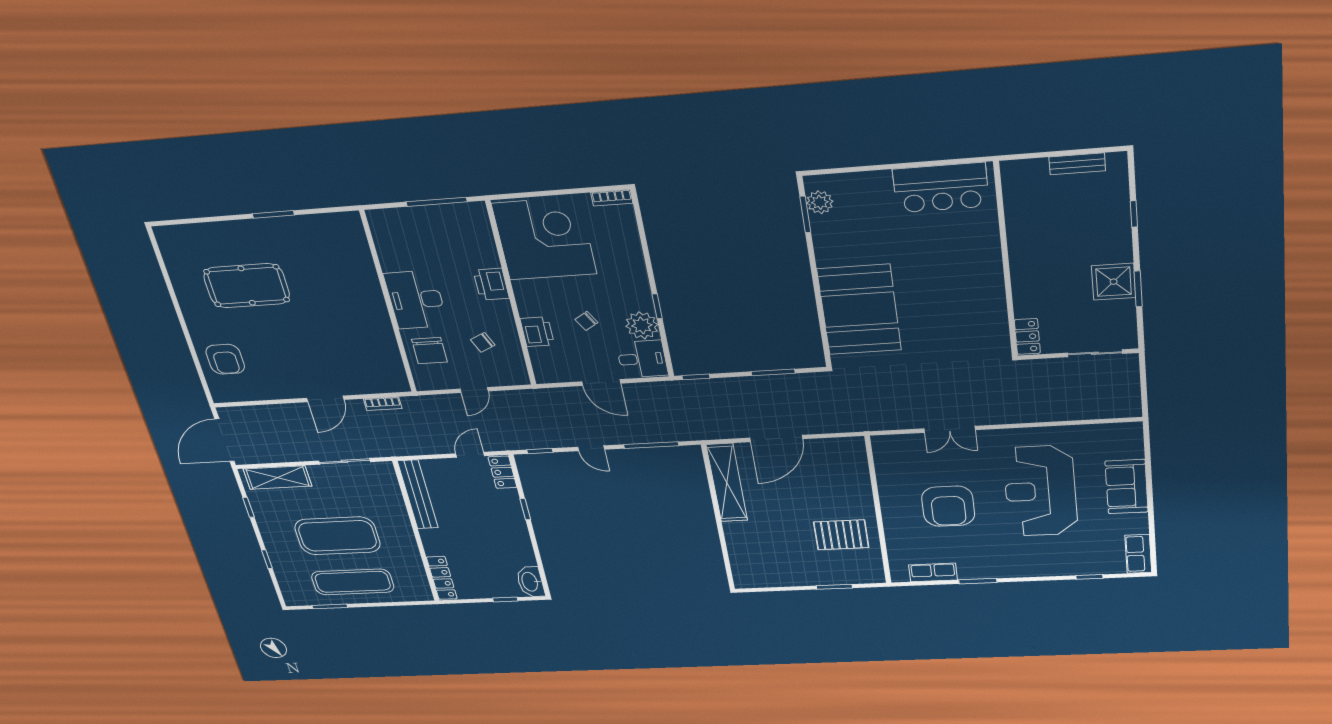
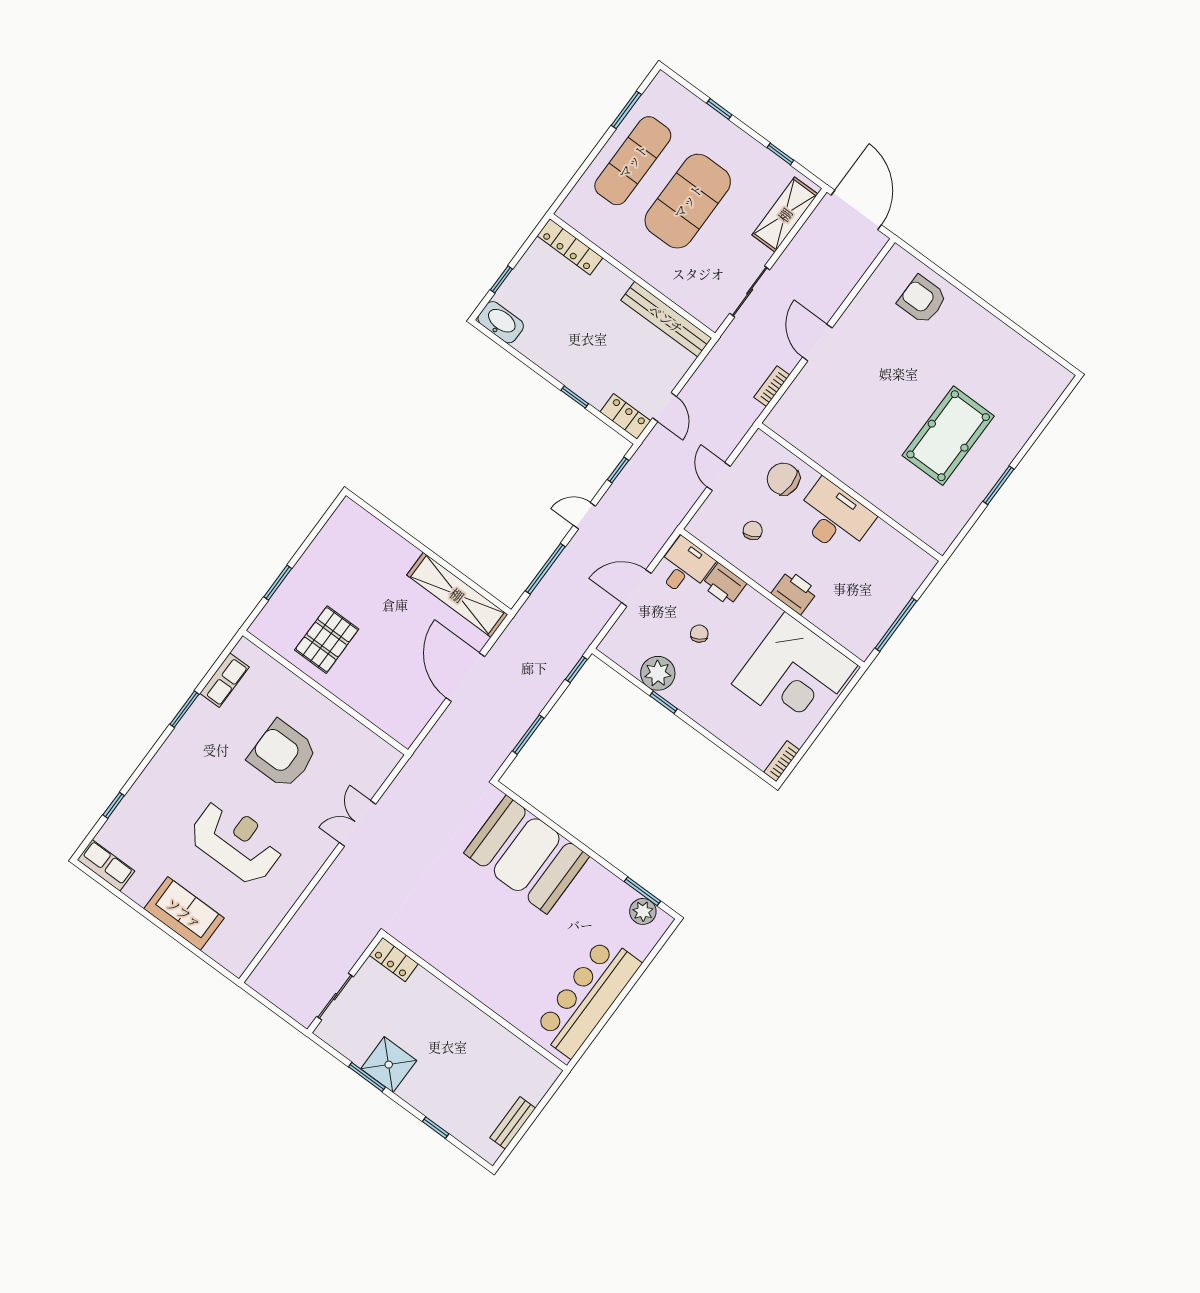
bar counter: (941, 188) -> (587, 997), width x1.36
pool table: (247, 286) -> (948, 436), moved
desk: (642, 359) -> (684, 567), moved, turned 180
reception desk: (1040, 491) -> (236, 842), width x0.74, depth x0.77

